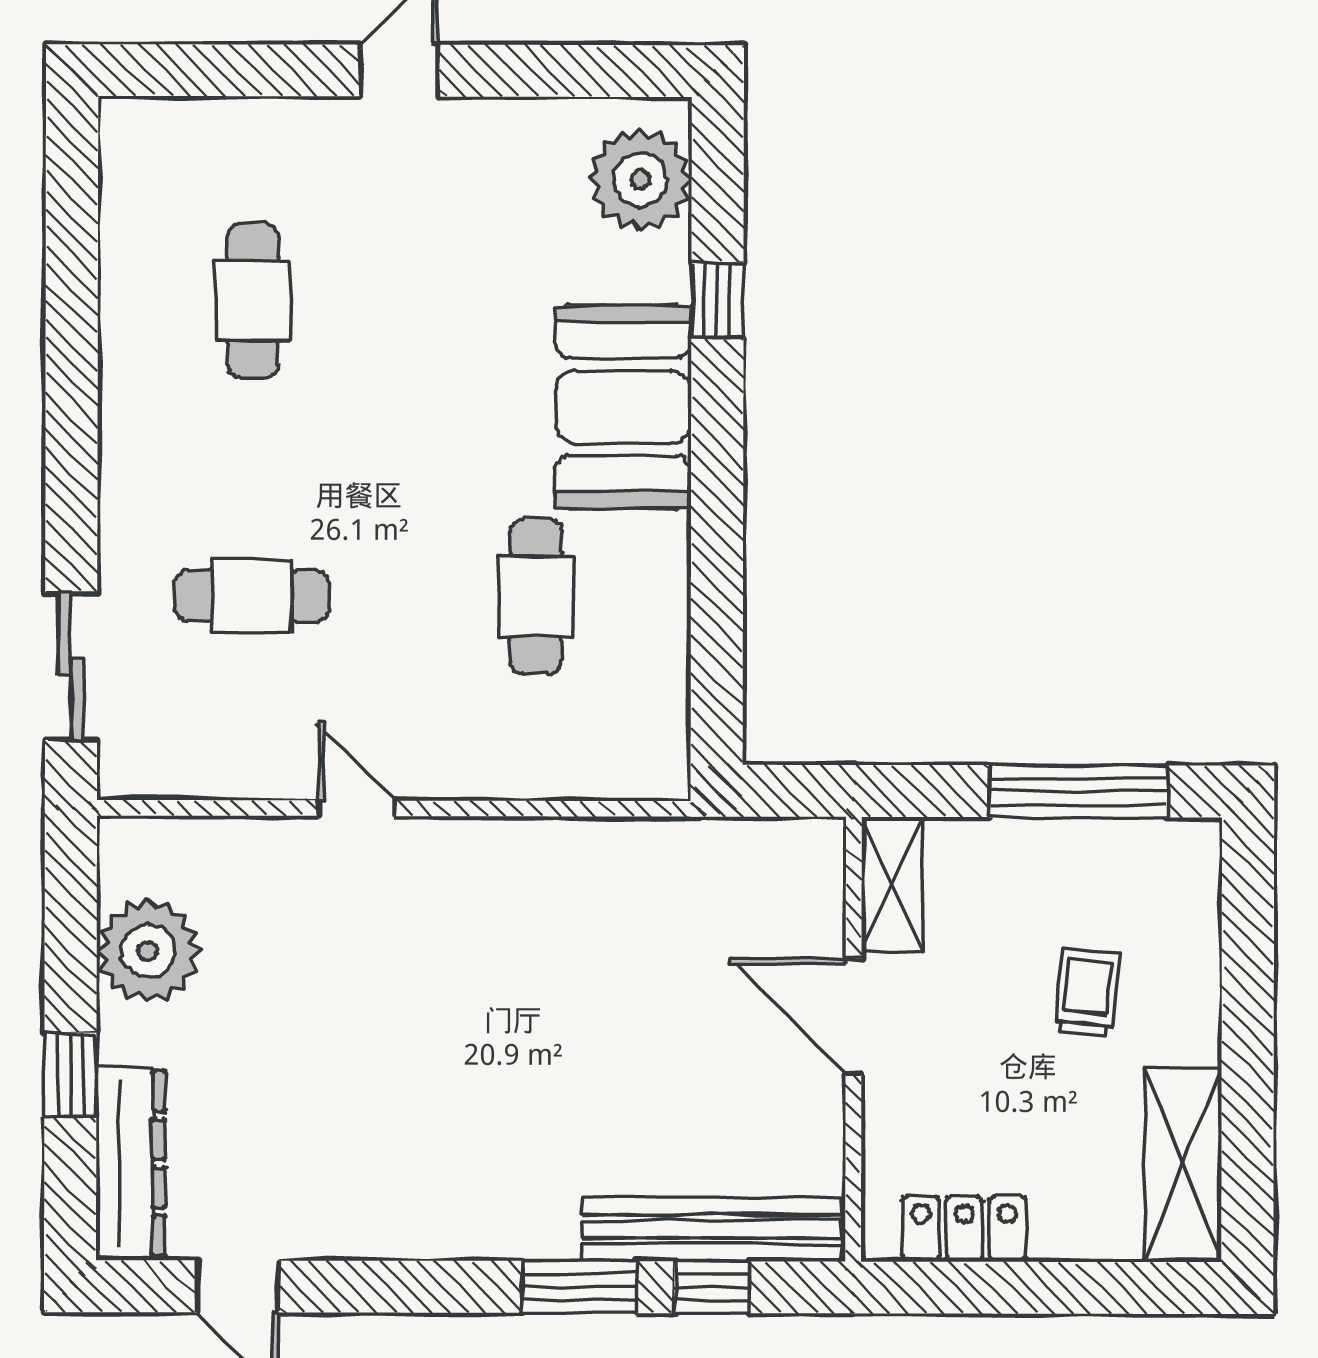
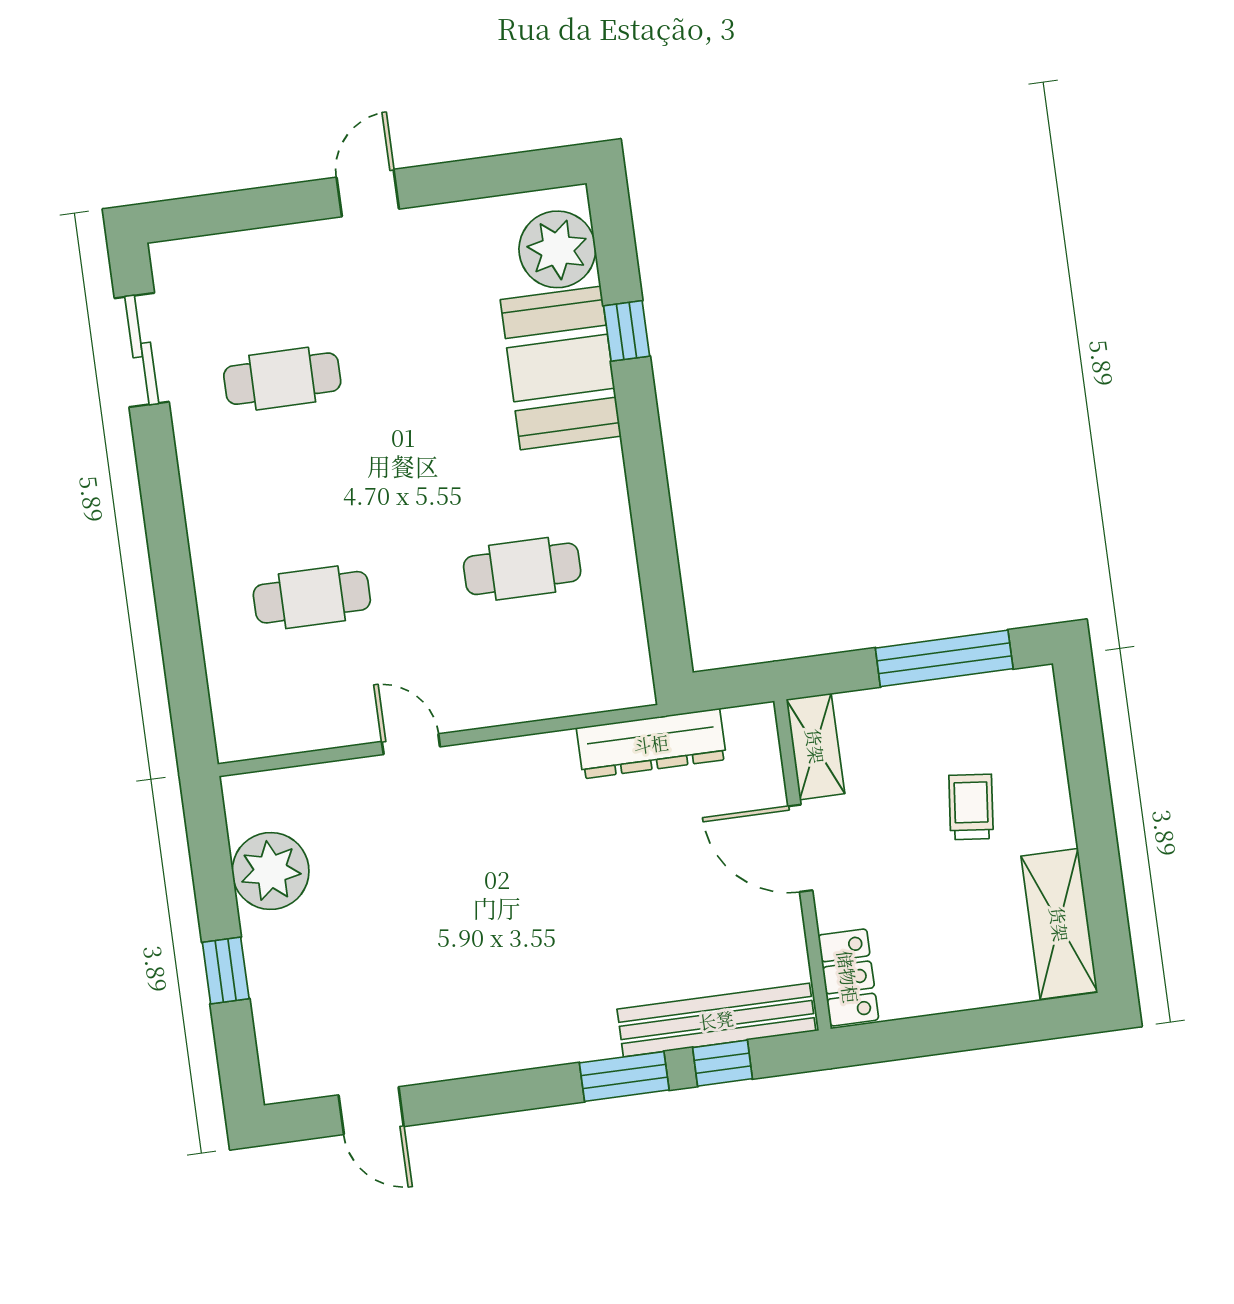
cafe table: (253, 301) -> (282, 379), turned 90
booth: (623, 407) -> (561, 368), moved
cafe table: (536, 596) -> (522, 569), turned 90
sliding door: (71, 666) -> (142, 350), moved
dresser: (131, 1164) -> (651, 744), moved, turned 90
locker: (964, 1229) -> (848, 977), moved, turned 90

